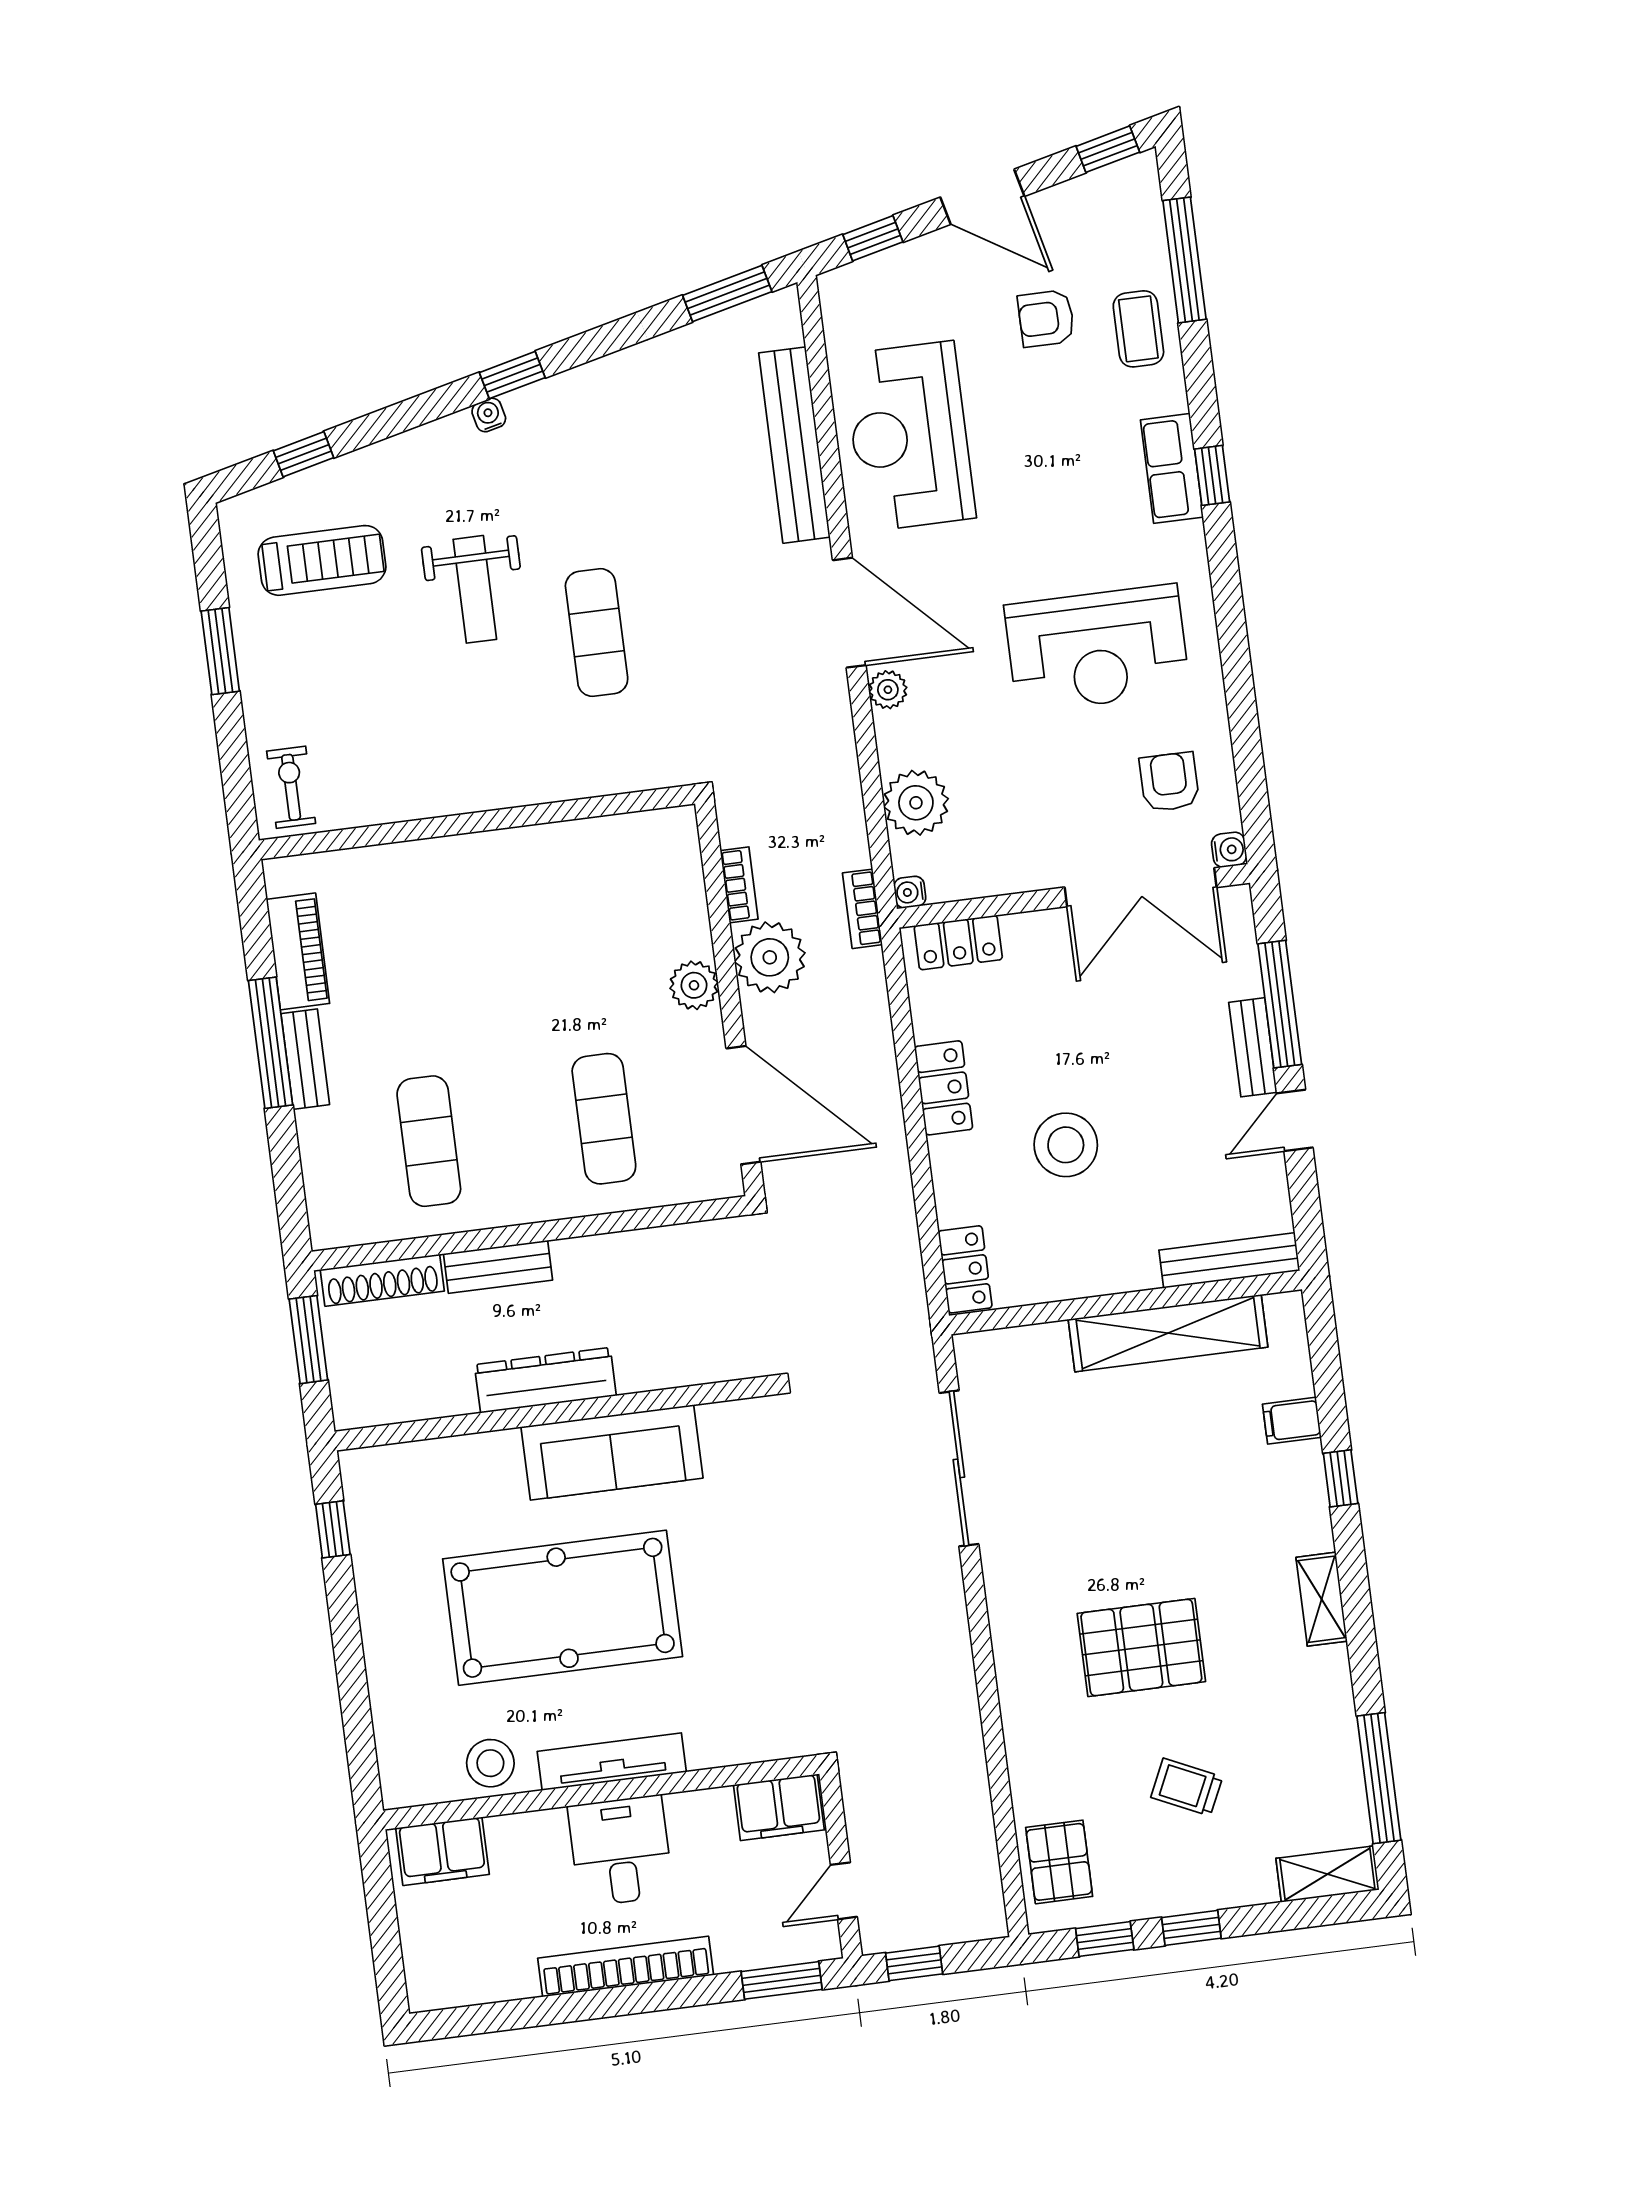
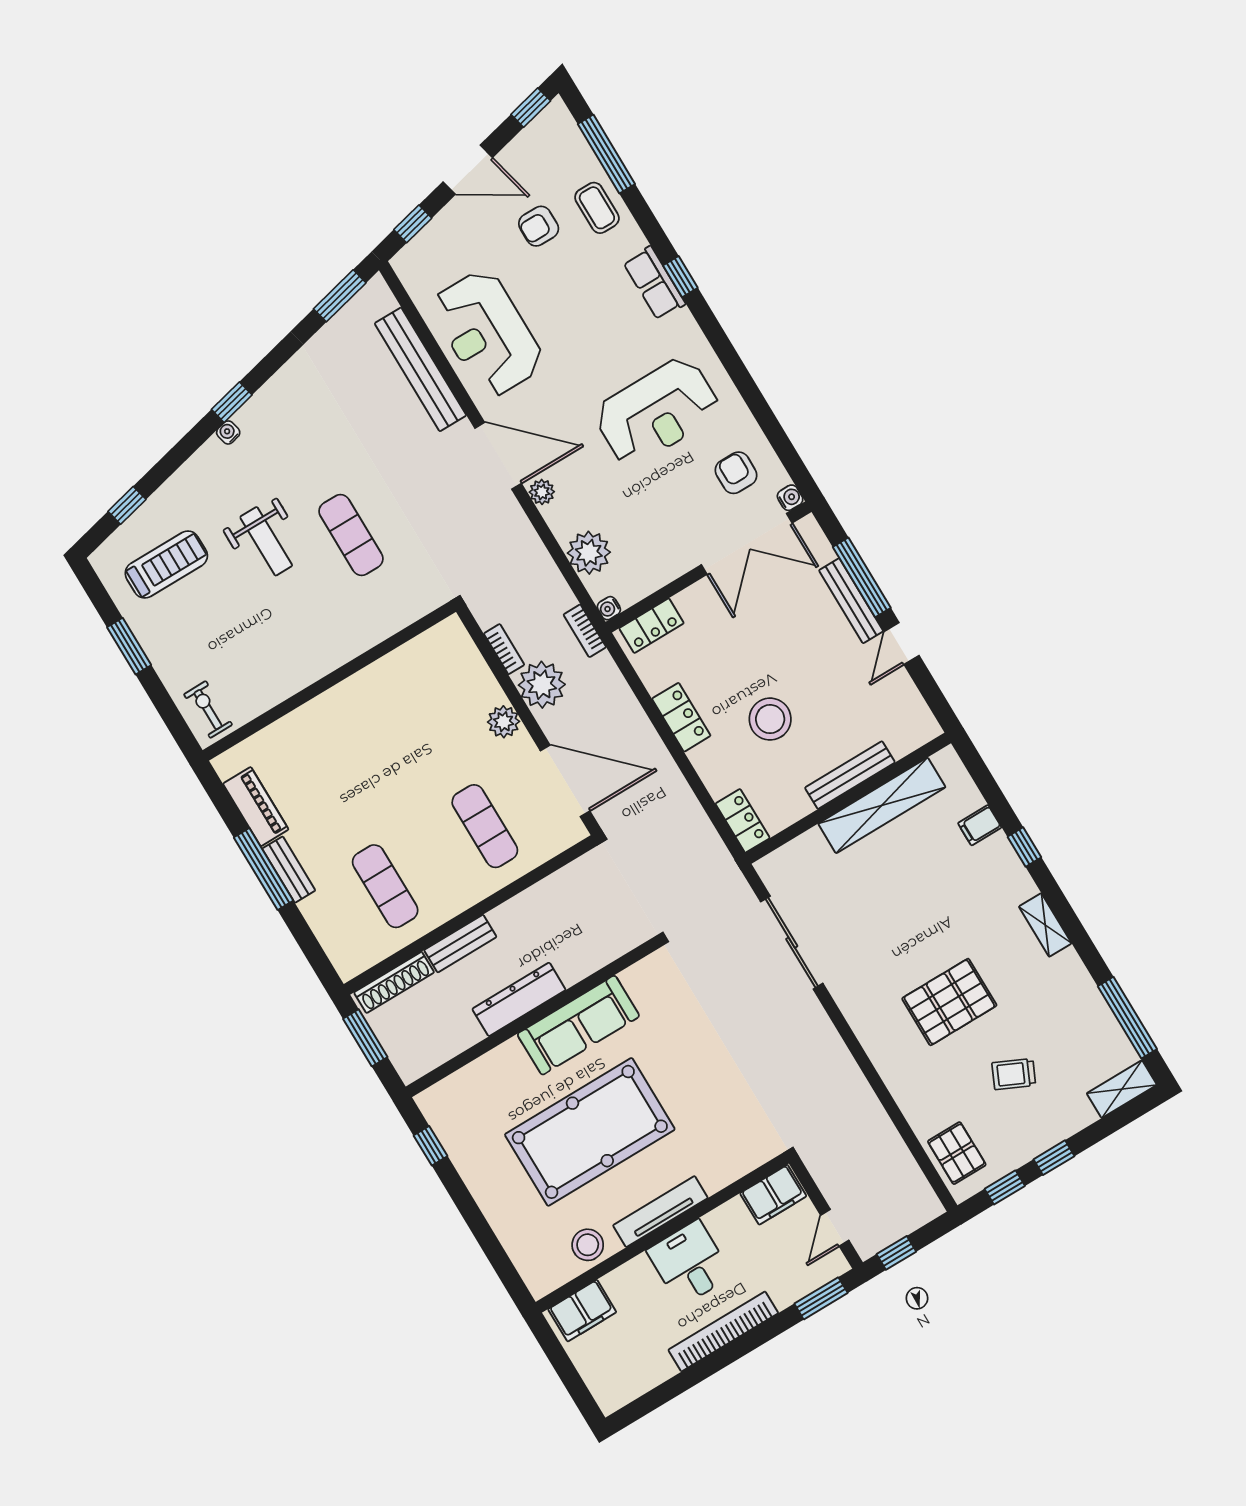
bench: (1253, 1047) -> (851, 601), width x1.36
bench: (1229, 1260) -> (850, 775), moved

